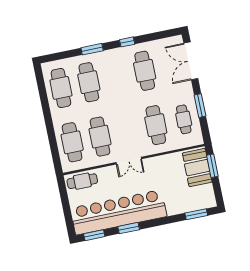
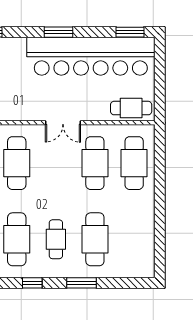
cafe table: (61, 88) -> (56, 239), moved, width x0.73, depth x0.74
double door: (129, 161) -> (63, 123), swing flipped
window: (129, 228) -> (58, 32), moved

